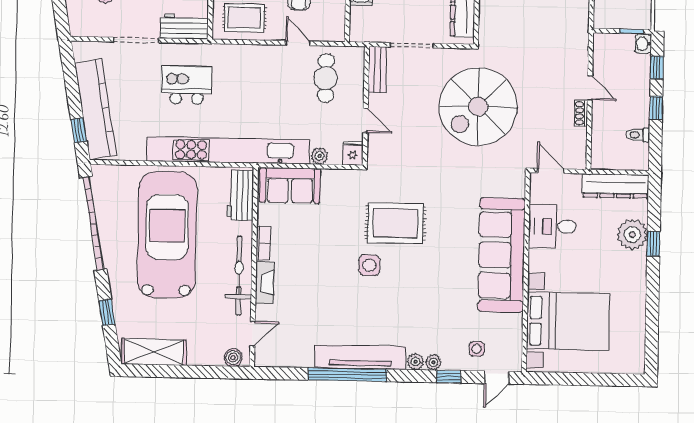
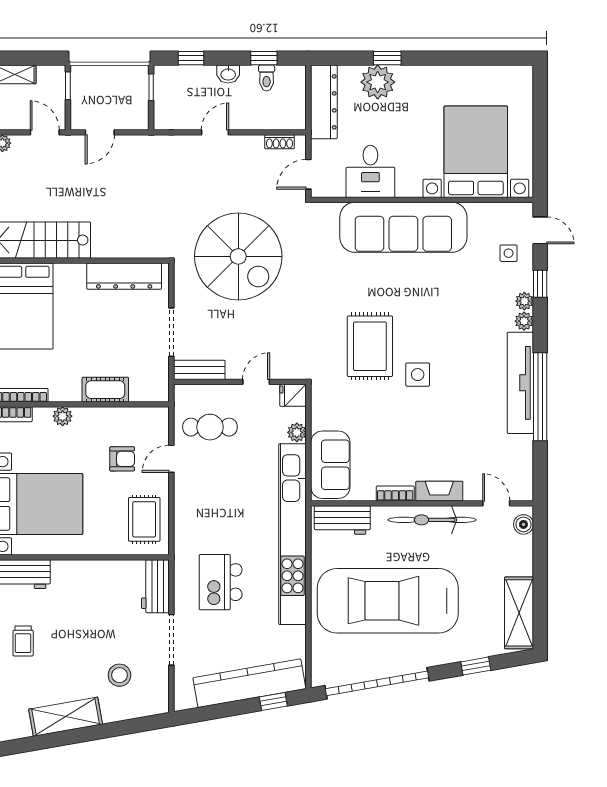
washbasin: (643, 44) -> (228, 74), moved
window: (656, 108) -> (264, 58), moved
shoe rack: (581, 113) -> (280, 142), moved

